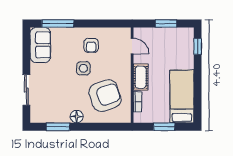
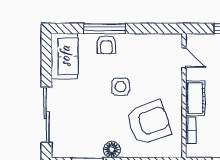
window: (58, 24) -> (105, 28), moved
armchair: (91, 45) -> (106, 45), moved
sliding door: (26, 90) -> (46, 115), width x1.37

